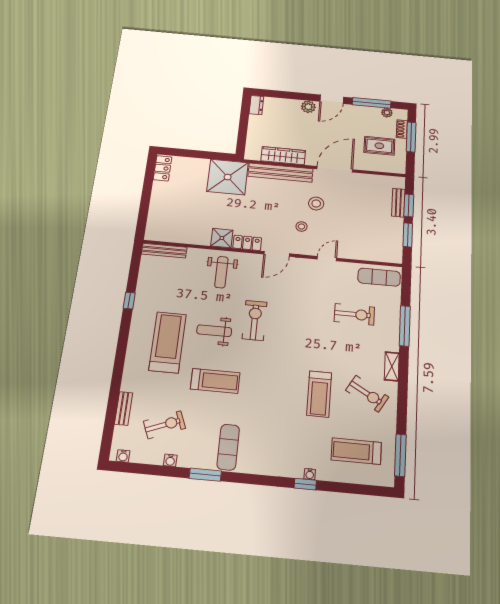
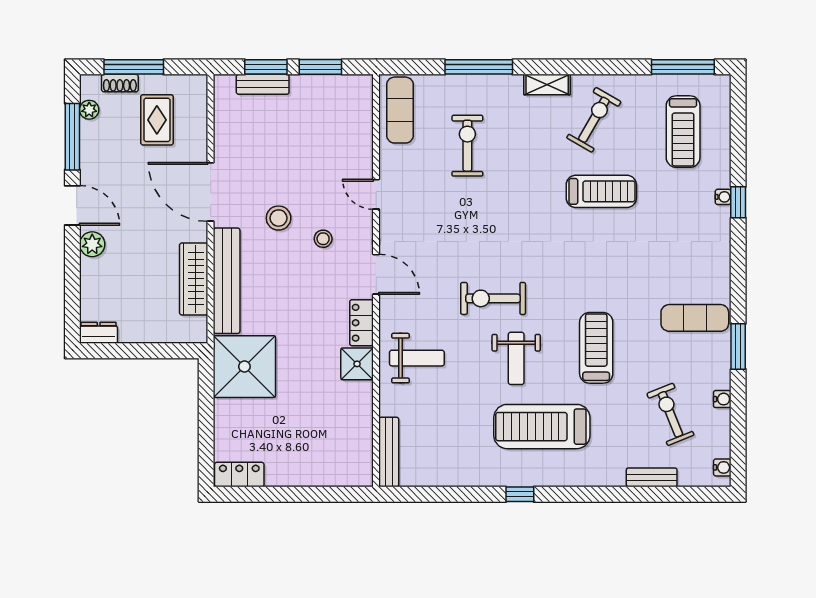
window: (129, 301) -> (520, 494), moved

